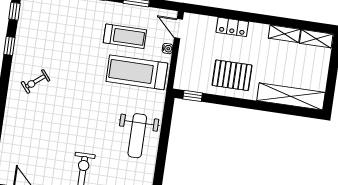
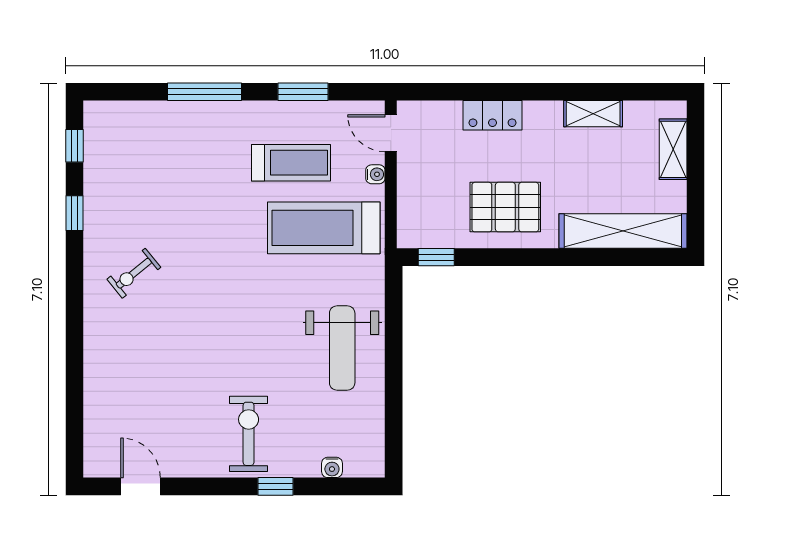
shelving: (316, 39) -> (673, 149), moved, turned 90

